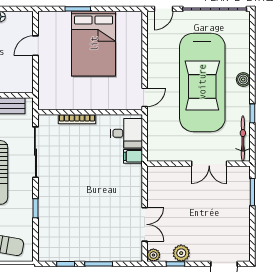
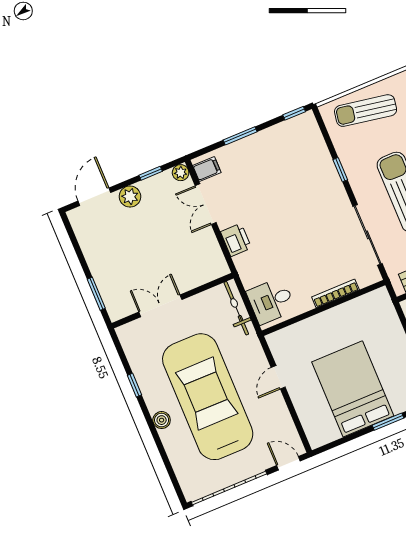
door: (163, 9) -> (288, 463), hinge flipped
door: (145, 97) -> (278, 377), moved
bicycle: (243, 139) -> (236, 308), moved, turned 180
filing cabinet: (133, 156) -> (207, 169), moved
printer: (133, 189) -> (236, 240), added
plant: (181, 253) -> (130, 196), moved
window: (66, 264) -> (294, 113), moved

